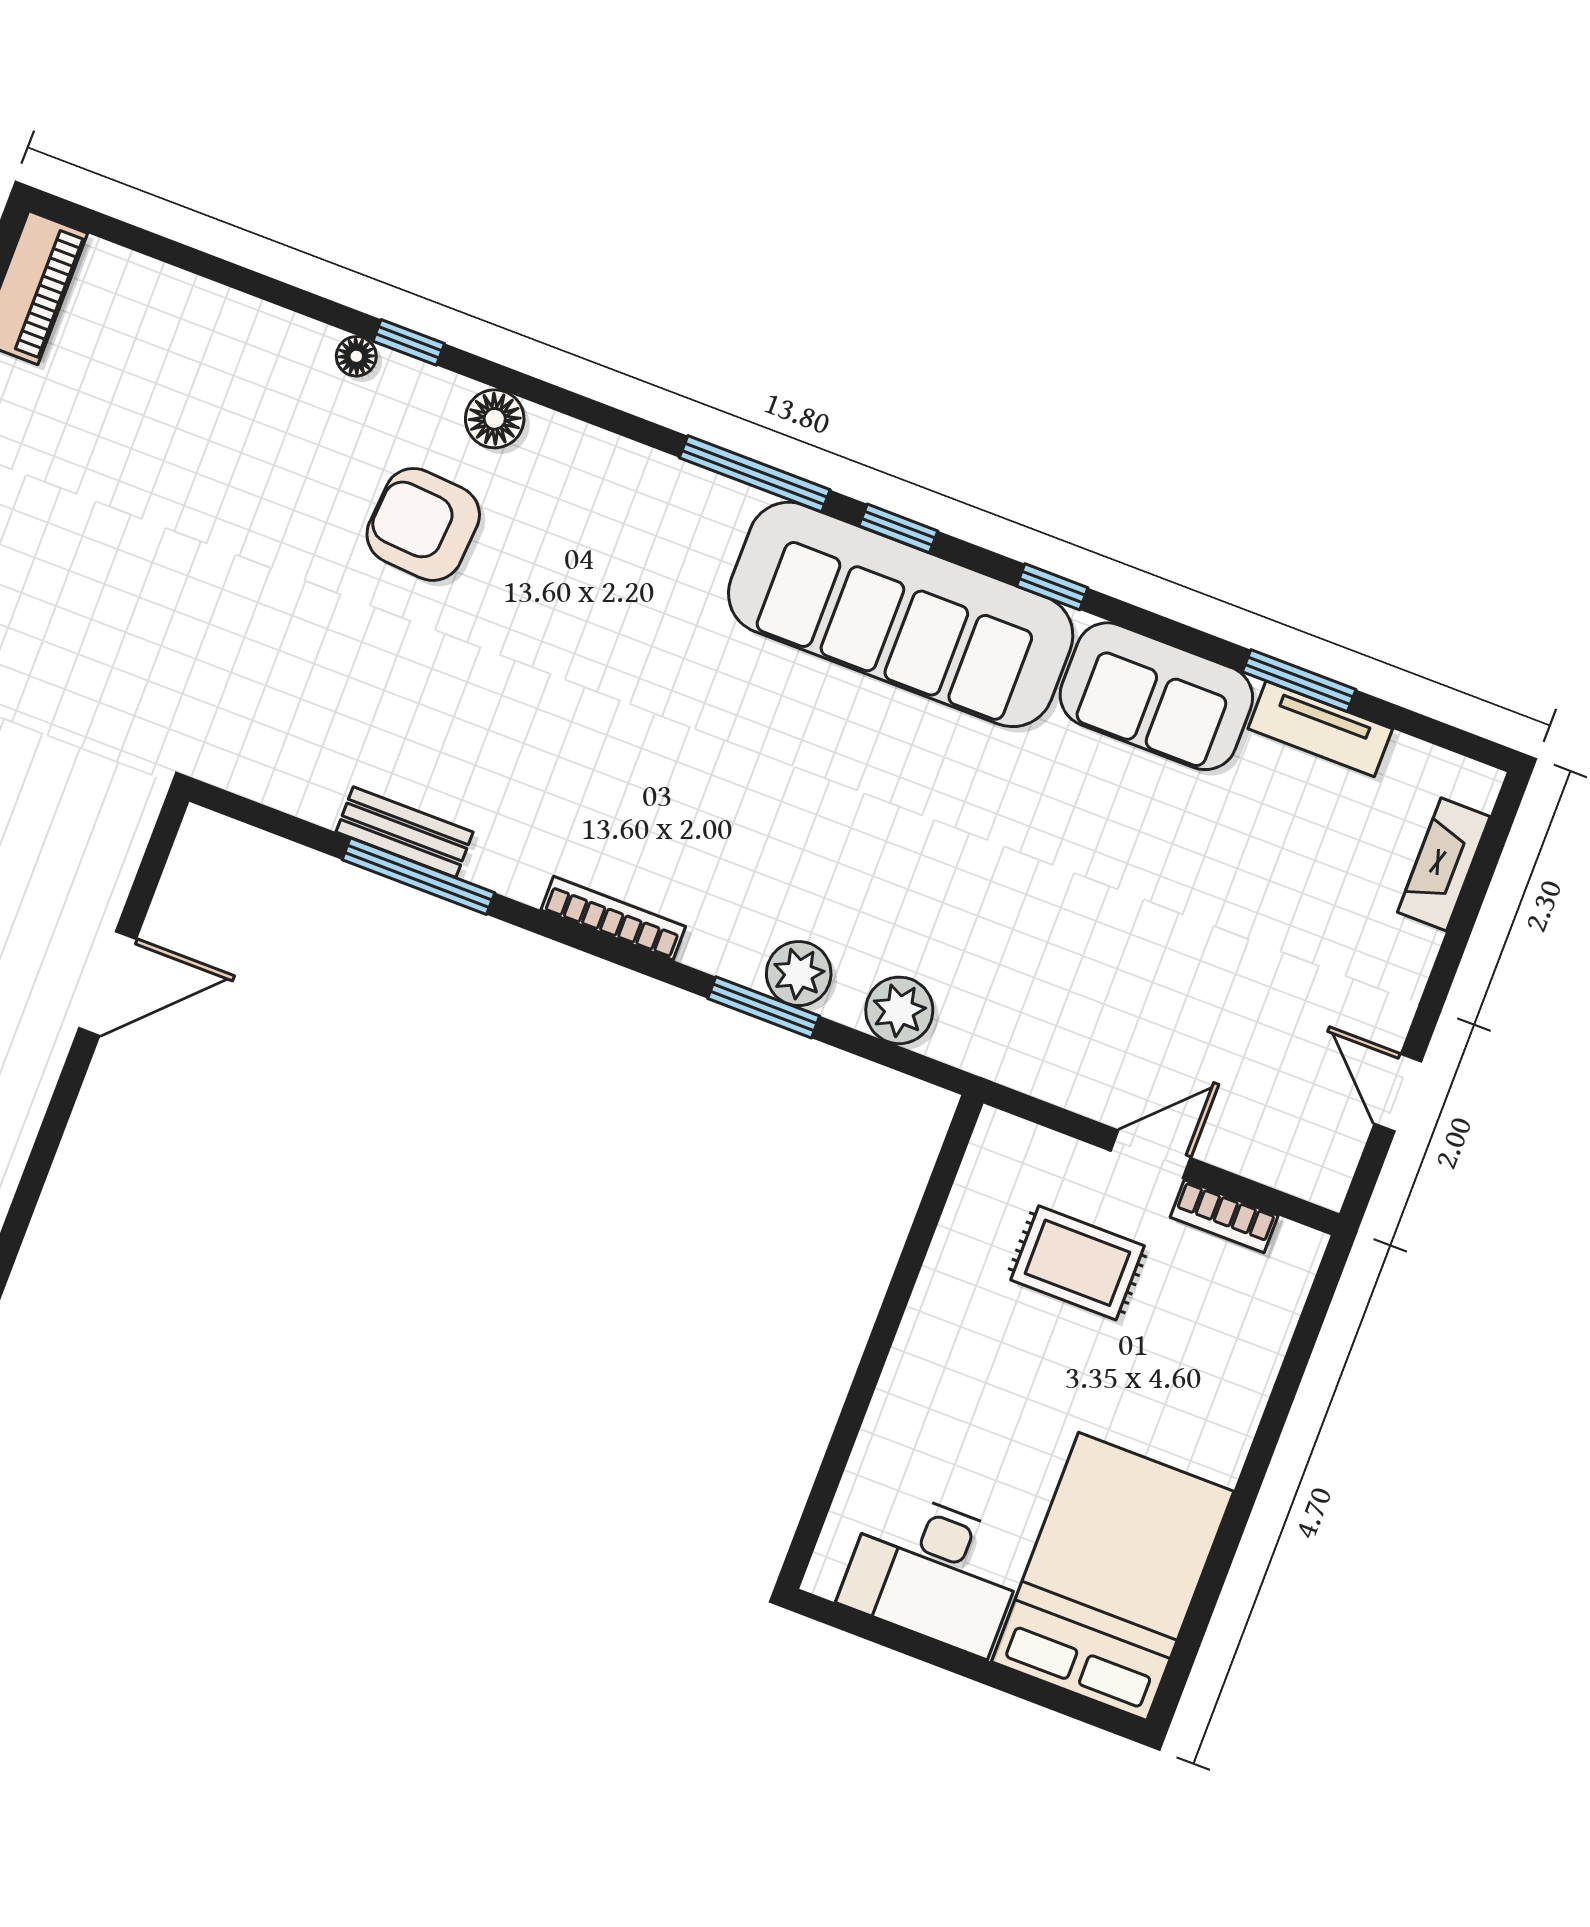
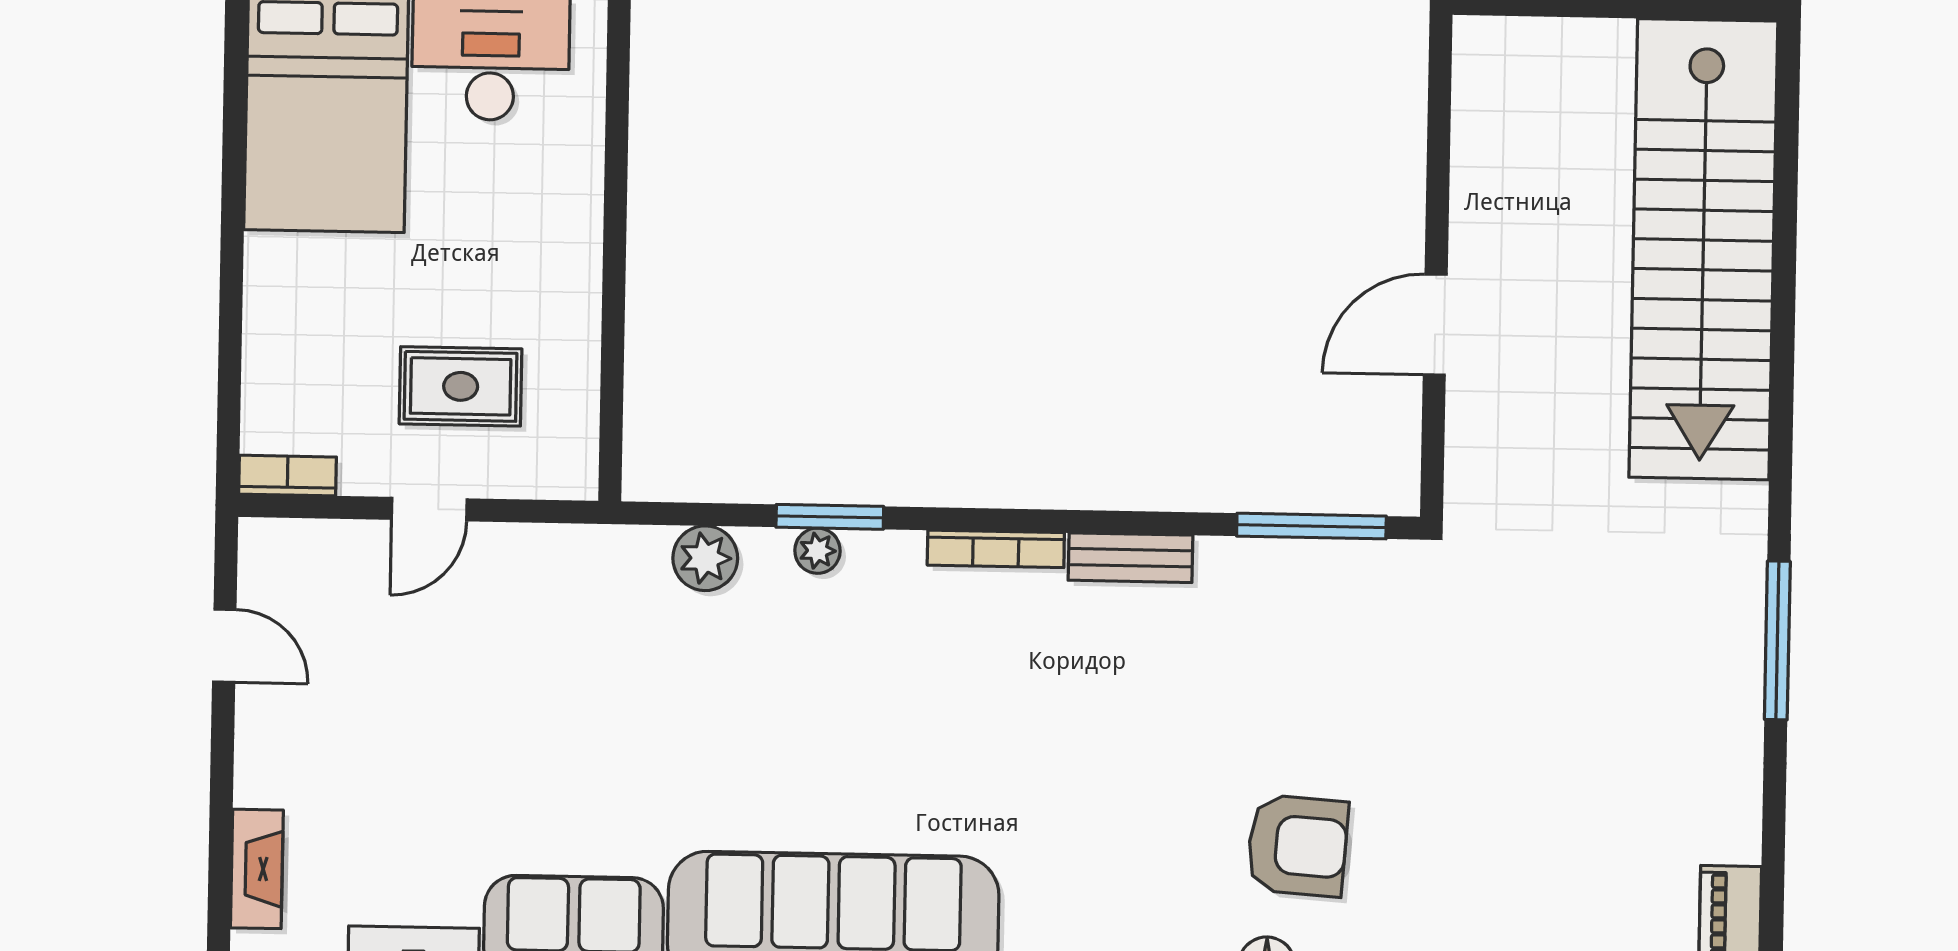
bench: (405, 832) -> (1130, 558), moved
window: (418, 876) -> (1311, 526), moved
plant: (799, 974) -> (817, 551), width x0.73, depth x0.73
bookcase: (1224, 1216) -> (288, 476), moved

